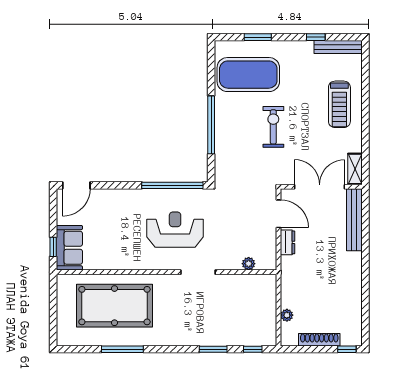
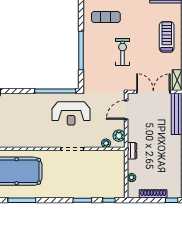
exercise mat: (248, 75) -> (106, 17), width x0.50, depth x0.69
treadmill: (339, 104) -> (167, 37), turned 180
door: (279, 214) -> (126, 110), swing flipped
reception desk: (175, 230) -> (71, 113), moved, turned 180
dresser: (288, 242) -> (132, 151), moved
plant: (268, 252) -> (119, 136), added

